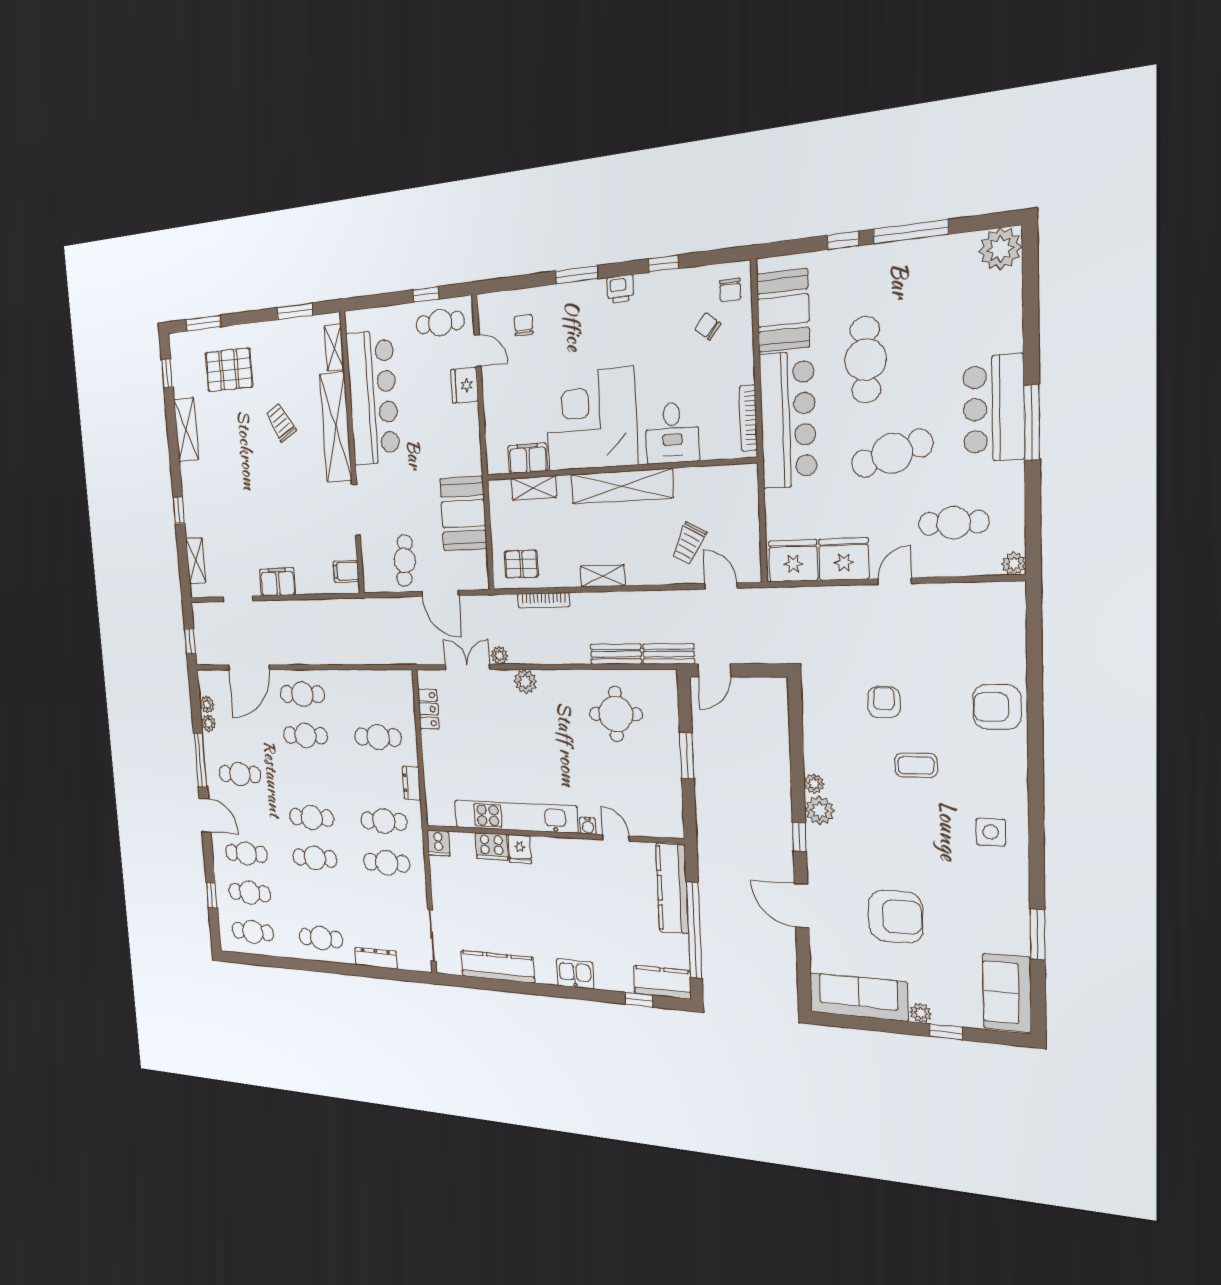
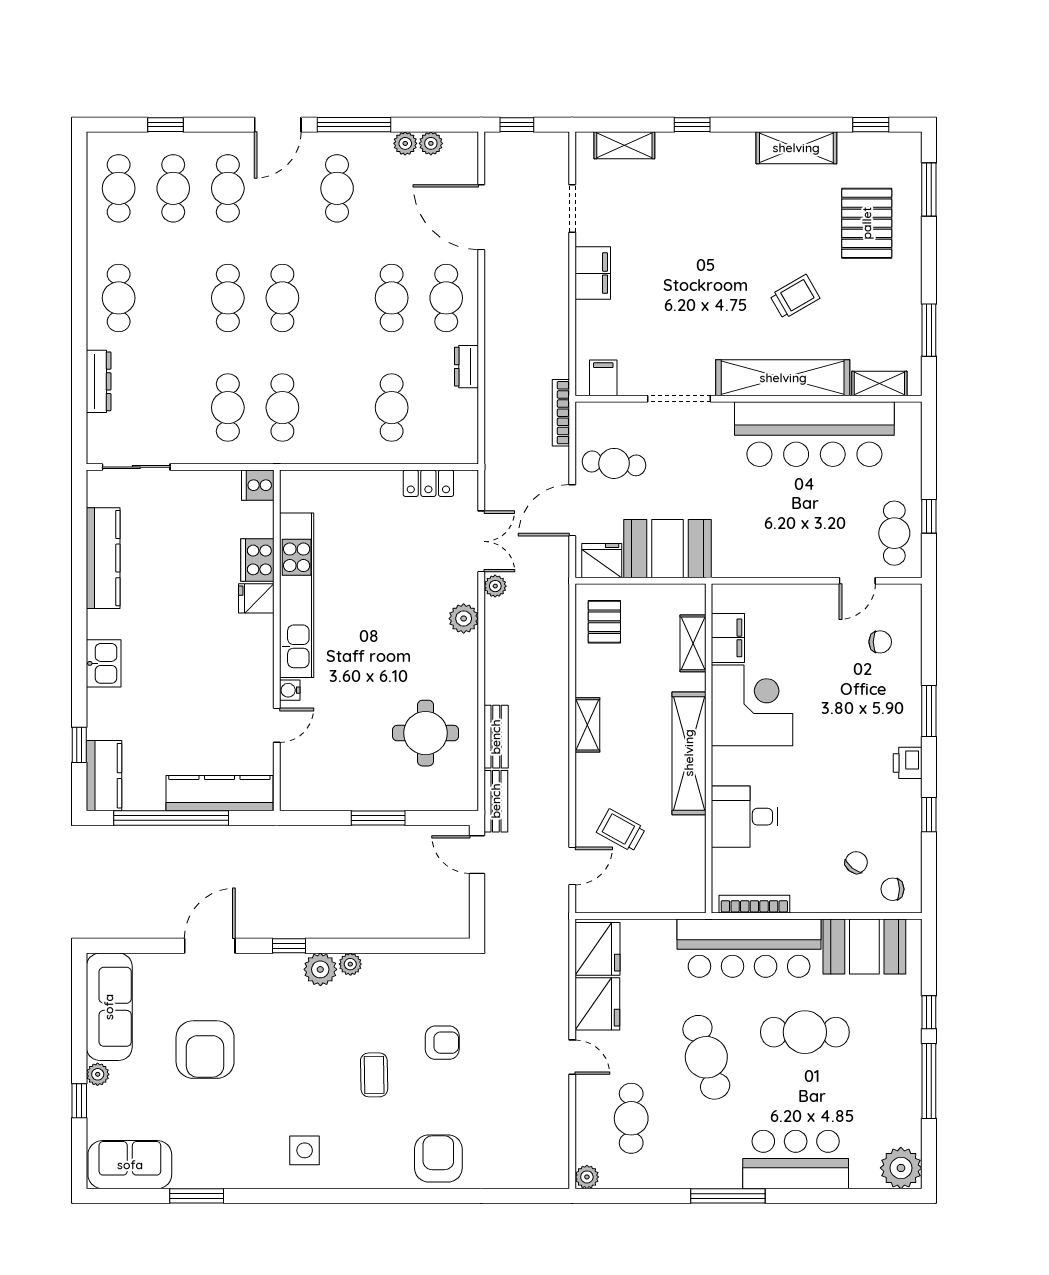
fridge: (465, 385) -> (602, 561), moved
bar counter: (994, 408) -> (796, 1159), moved
corner desk: (591, 419) -> (752, 705), width x0.74, depth x0.74
bookcase: (543, 600) -> (561, 413), moved
dresser: (412, 783) -> (467, 367), moved, turned -90

